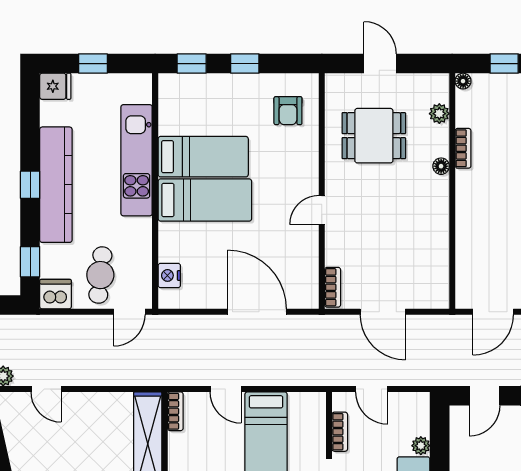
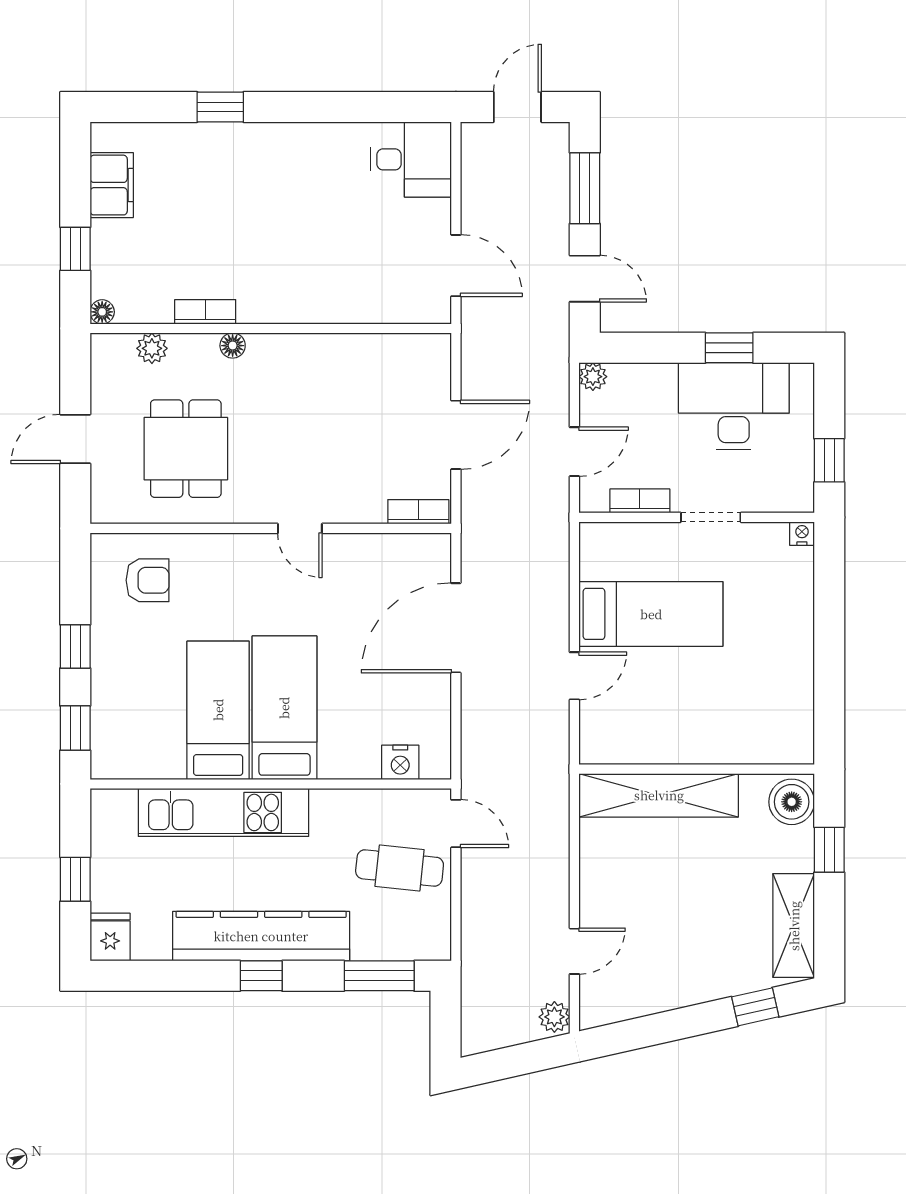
window: (30, 262) -> (379, 976), width x1.50
dishwasher: (56, 294) -> (429, 937), removed
bookcase: (175, 411) -> (608, 753), removed
plant: (421, 446) -> (593, 377), moved

